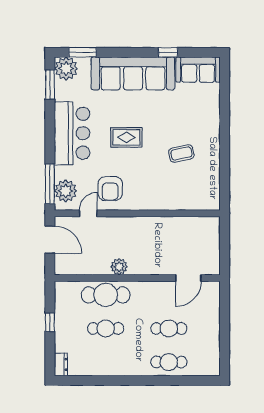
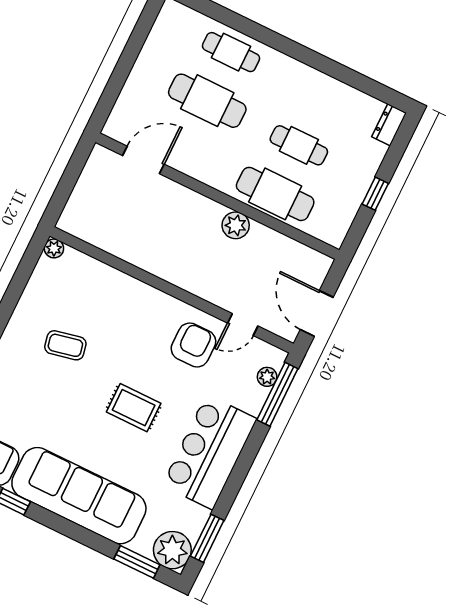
plant: (66, 191) -> (267, 377), width x0.53, depth x0.53
plant: (214, 204) -> (54, 248), added
cafe table: (169, 328) -> (207, 101), width x1.37, depth x1.35

